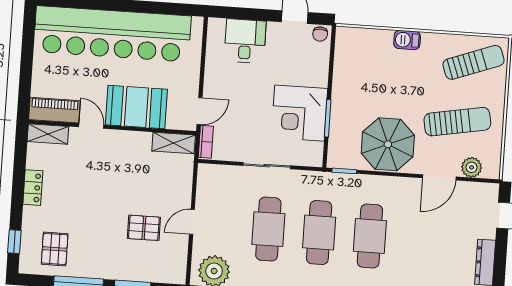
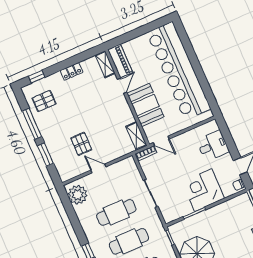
corner desk: (299, 113) -> (203, 190), moved

